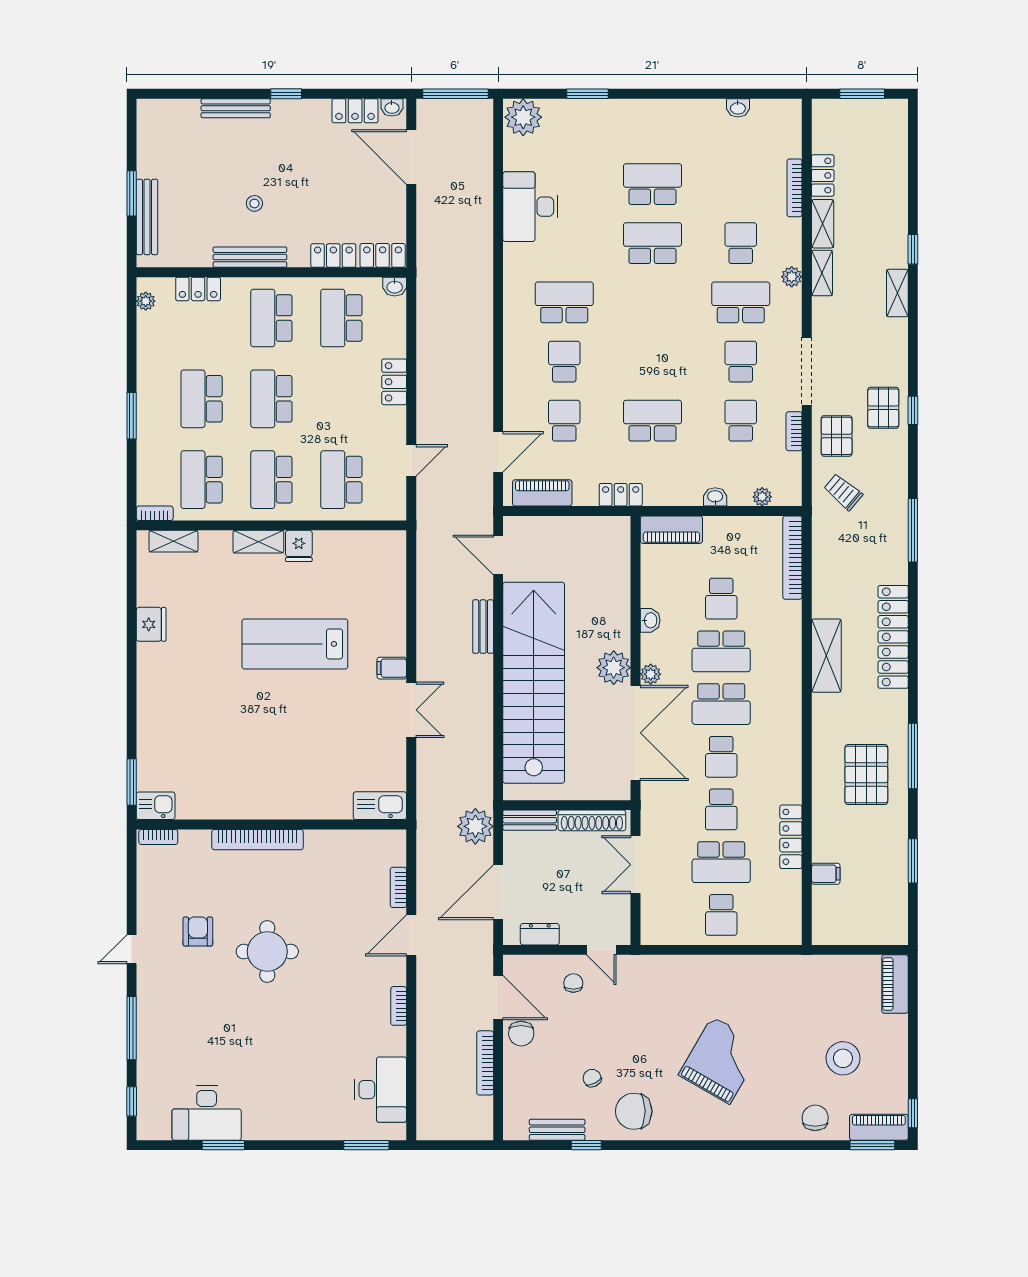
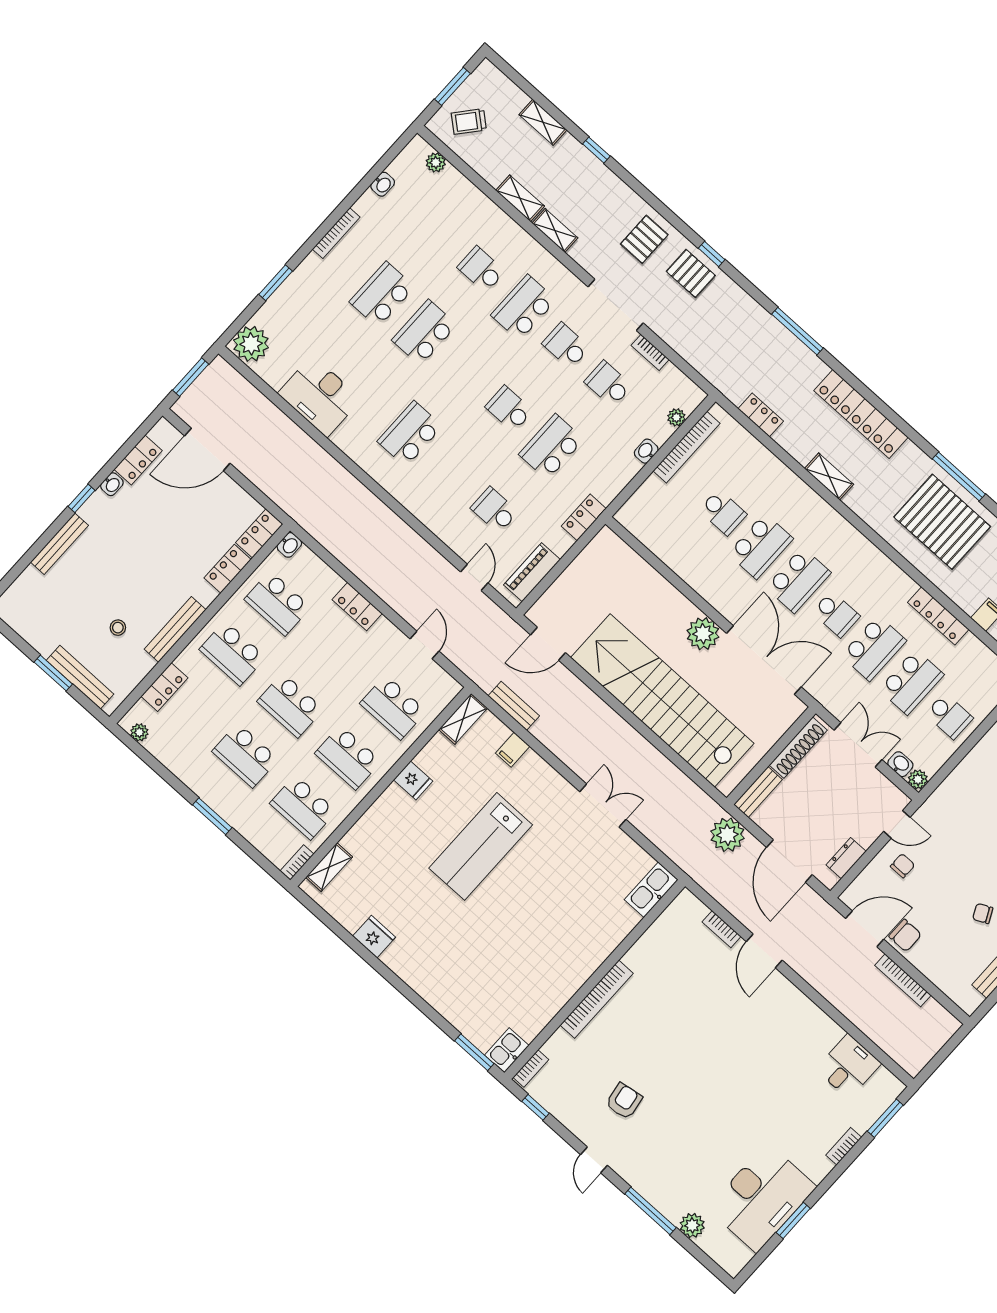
window: (455, 94) -> (191, 377), width x0.69
washbasin: (392, 107) -> (112, 484), moved
locker: (823, 175) -> (761, 415), moved
bookcase: (795, 188) -> (336, 233), moved, turned -90
stool: (254, 203) -> (118, 628), moved
plant: (792, 277) -> (436, 162), moved
shelving: (897, 293) -> (543, 122), moved
school desk: (564, 362) -> (509, 409), moved
pallet: (837, 436) -> (644, 239), moved, turned 90
door: (498, 452) -> (474, 577), width x0.73
trolley: (843, 492) -> (469, 121), moved
piano: (671, 530) -> (641, 503), removed
shelving: (258, 542) -> (463, 719), moved
bookcase: (792, 558) -> (686, 447), moved, turned -90
washbasin: (650, 620) -> (900, 764), moved
bench: (483, 627) -> (514, 706), moved
shelving: (826, 656) -> (829, 476), width x0.67, depth x0.75
filing cabinet: (392, 668) -> (513, 750), moved
plant: (651, 674) -> (918, 779), moved
pallet: (866, 775) -> (942, 522), width x1.37, depth x1.41
school desk: (721, 809) -> (874, 648), width x1.85
double door: (636, 865) -> (858, 745), swing flipped
armchair: (198, 932) -> (624, 1101), turned 81
round table: (267, 952) -> (683, 1064), removed
chair: (573, 983) -> (903, 866), turned 90
bookcase: (399, 1006) -> (844, 1146), moved, turned 90
plant: (149, 1071) -> (692, 1225), added
desk: (381, 1090) -> (848, 1066), width x0.73
window: (132, 1101) -> (536, 1107), moved
desk: (207, 1113) -> (762, 1198), width x1.36, depth x1.30

